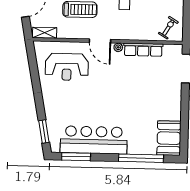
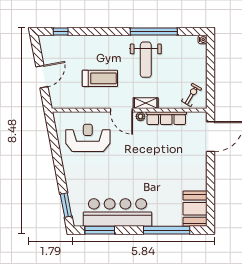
shelving: (45, 33) -> (146, 103), moved
reception desk: (67, 67) -> (88, 138), turned 180

